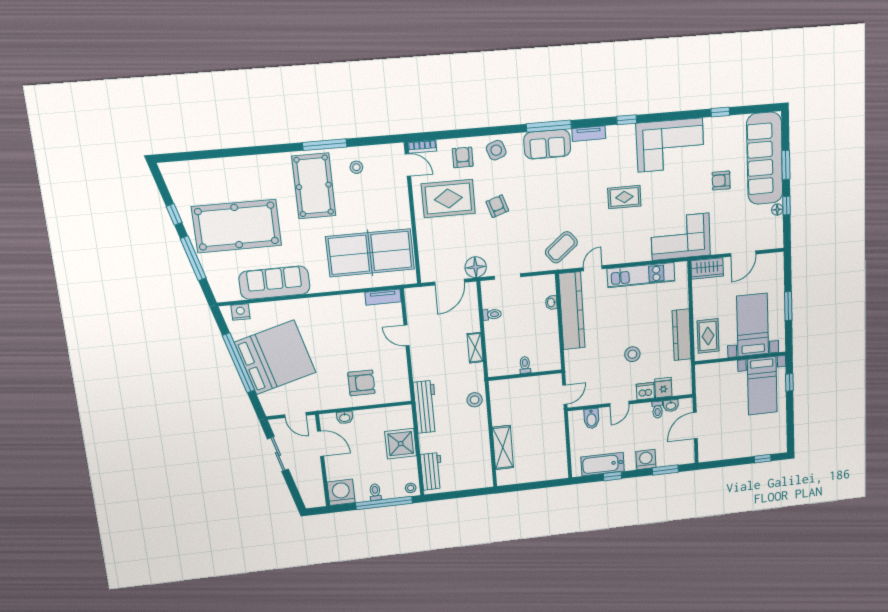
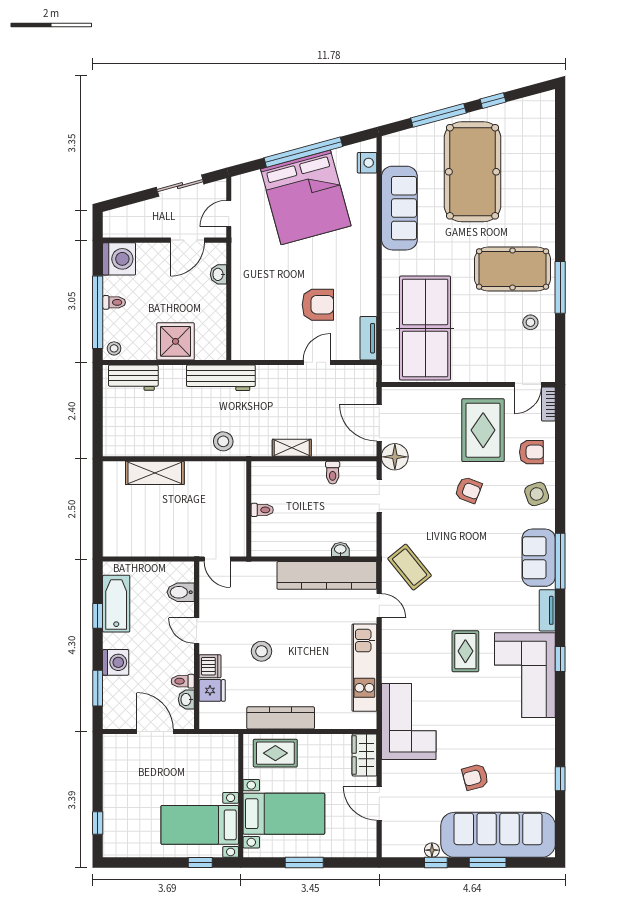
corner sofa: (670, 145) -> (525, 675), moved
armchair: (721, 181) -> (475, 777), turned -105
armchair: (497, 206) -> (468, 490), turned 39
armchair: (361, 383) -> (318, 305), moved, turned -90

